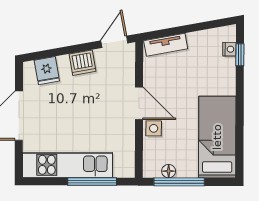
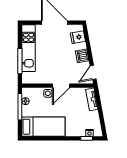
door: (114, 42) -> (93, 73), swing flipped

